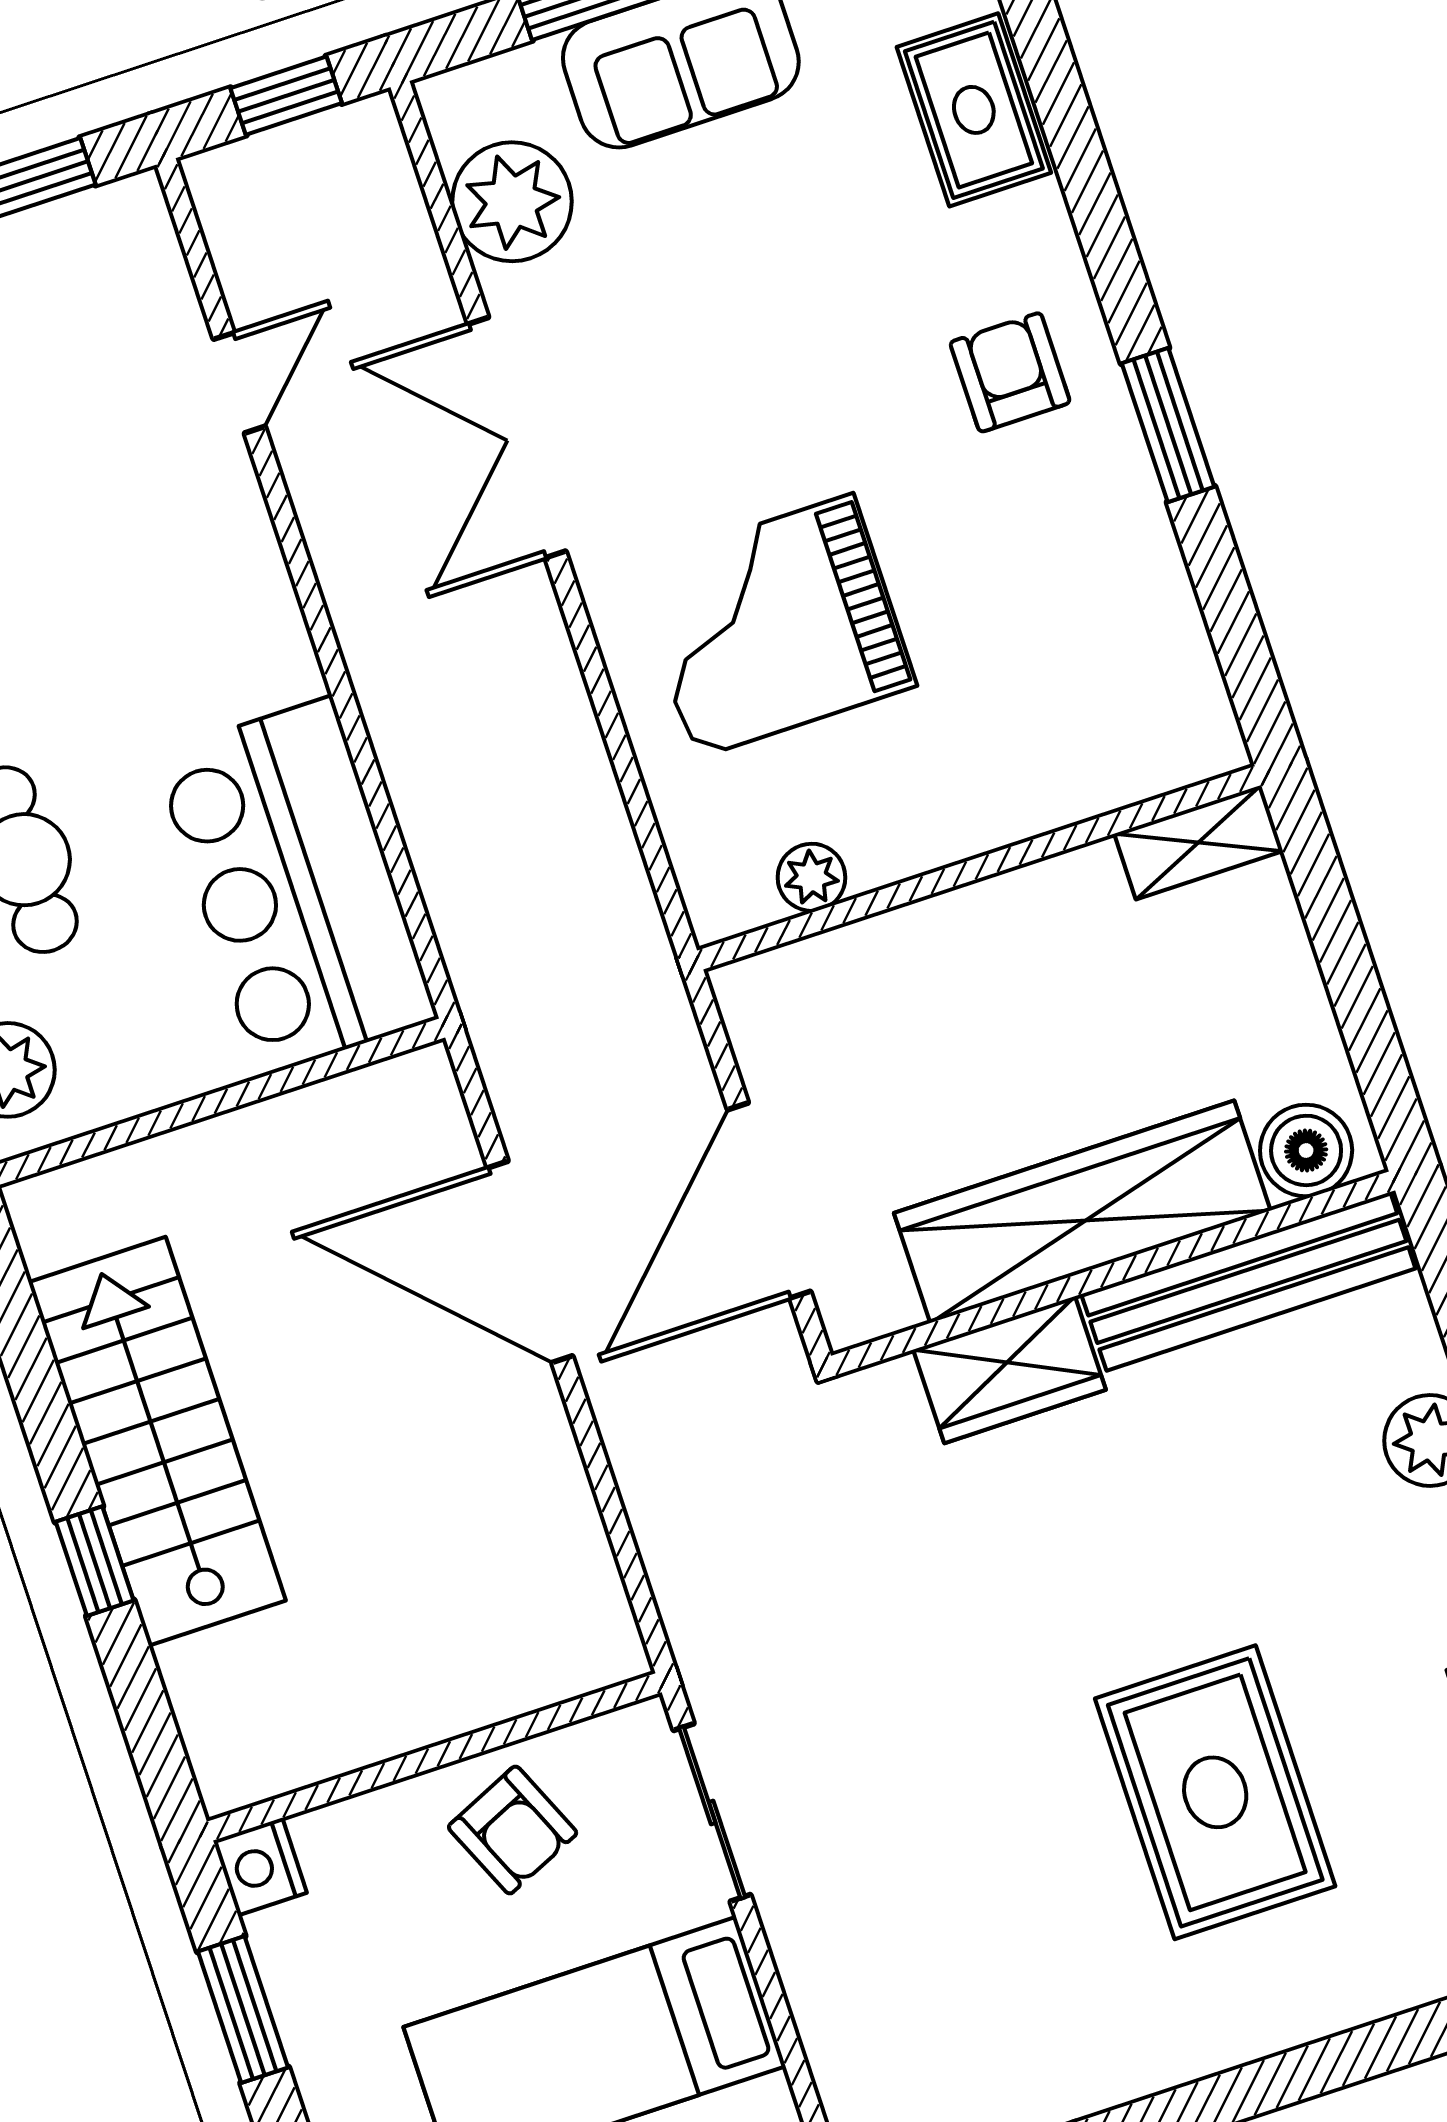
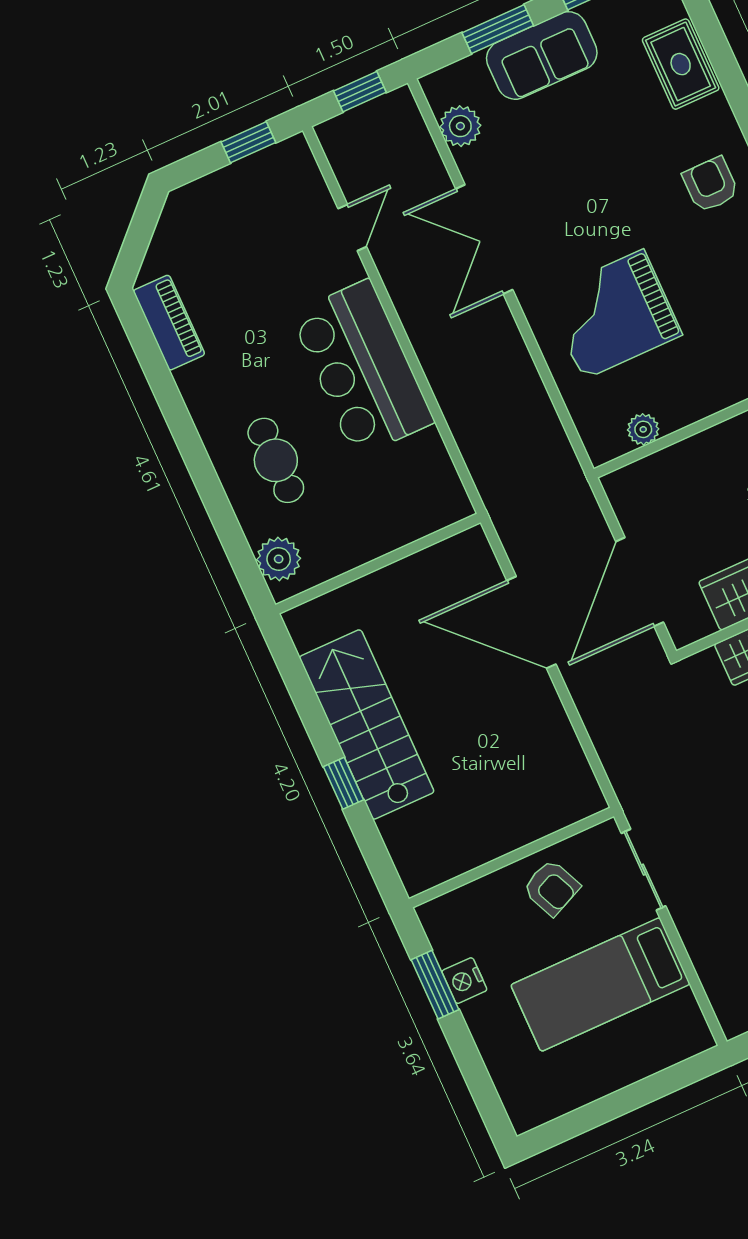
plant: (512, 202) -> (460, 126), width x0.73, depth x0.73
bar counter: (296, 887) -> (362, 368), moved
nightstand: (260, 1867) -> (464, 981), moved

